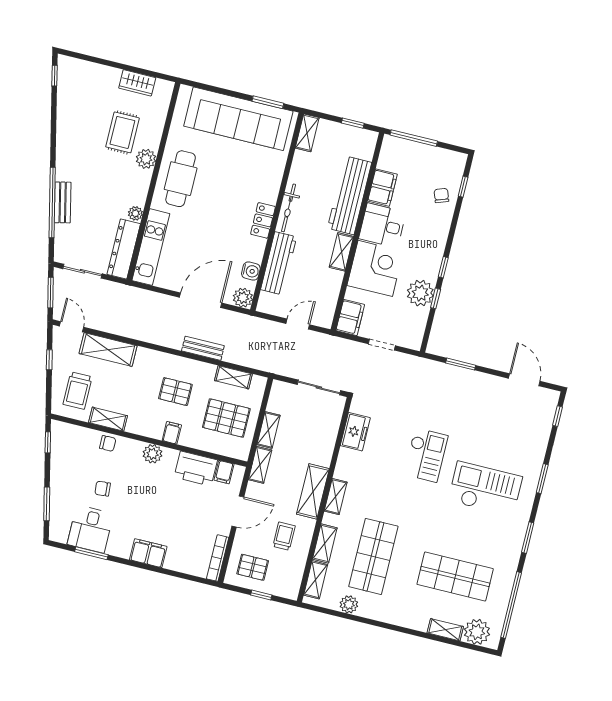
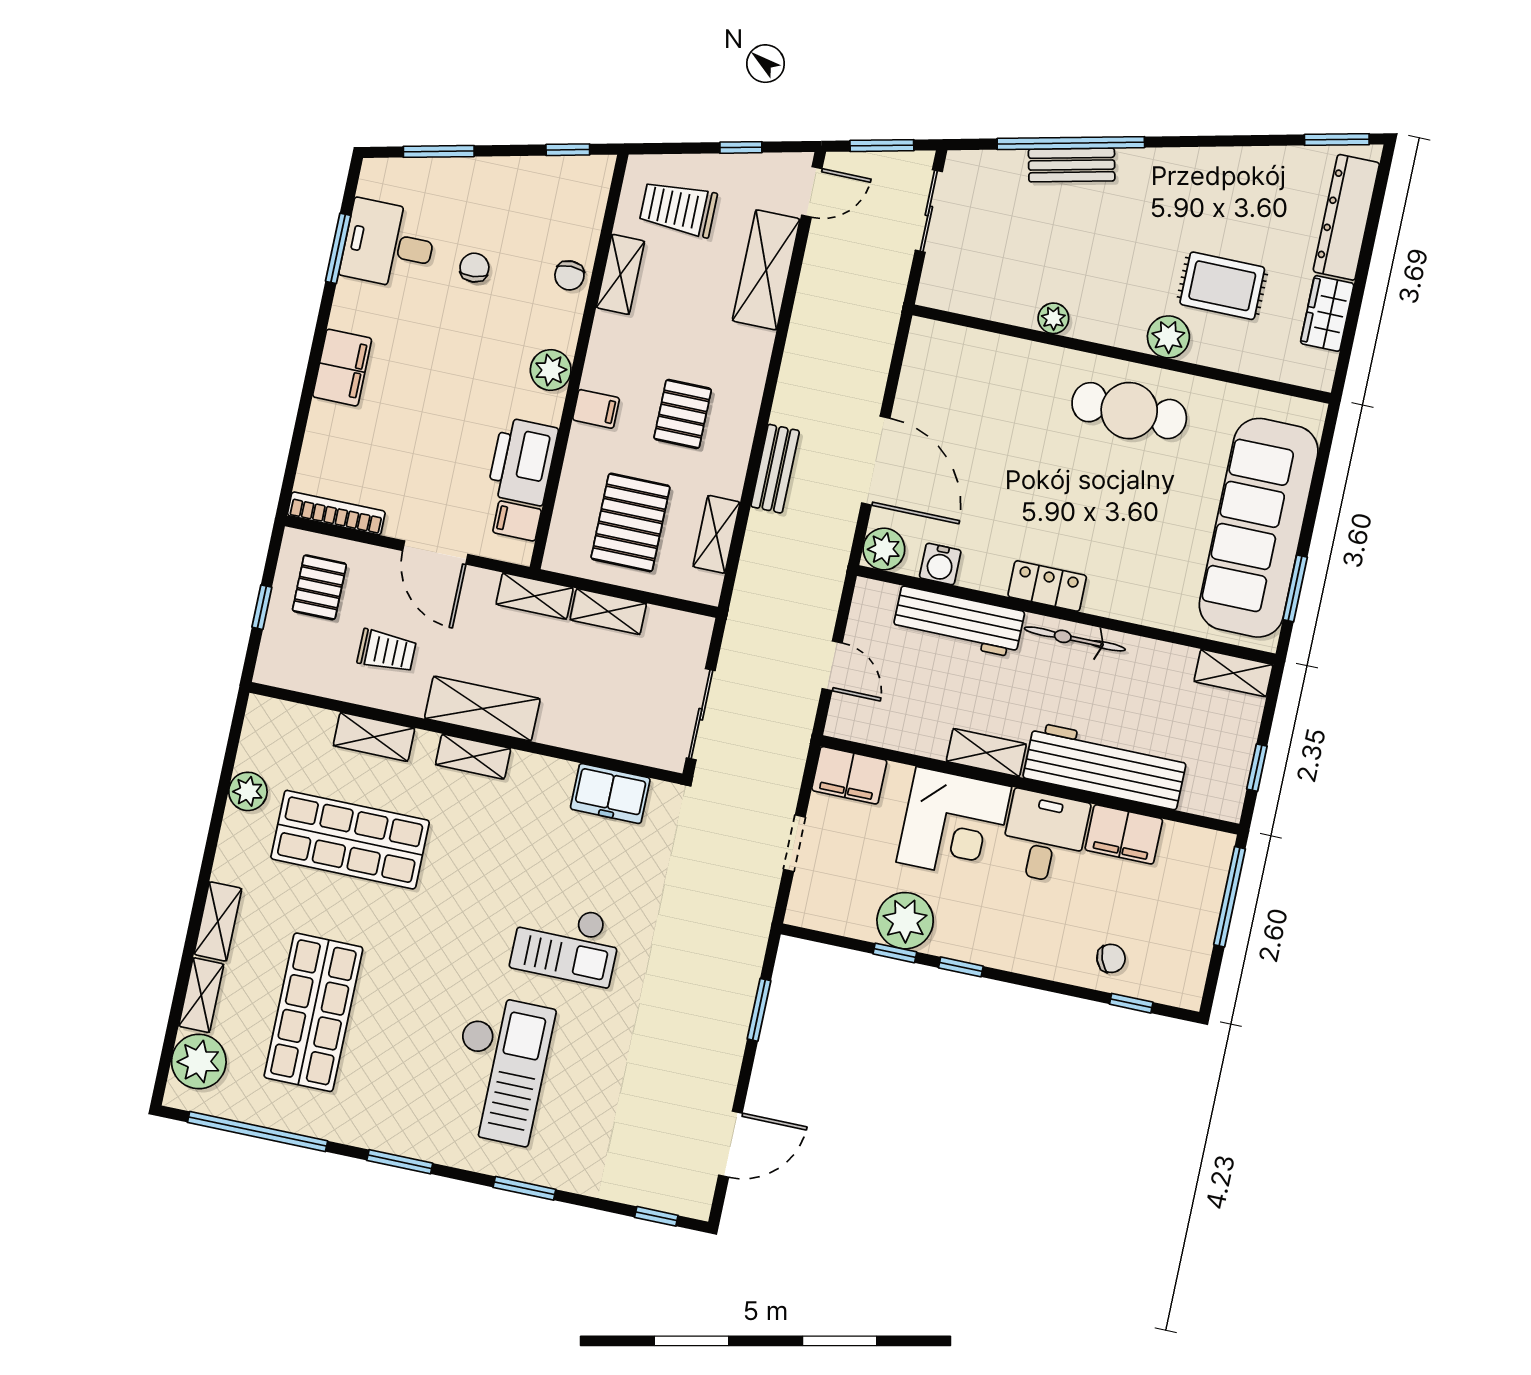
window: (54, 76) -> (1337, 140), width x1.50
kitchen unit: (151, 247) -> (984, 353), removed
dresser: (124, 249) -> (1346, 217), moved, turned -90
shelving: (316, 580) -> (218, 921), moved, turned 90

